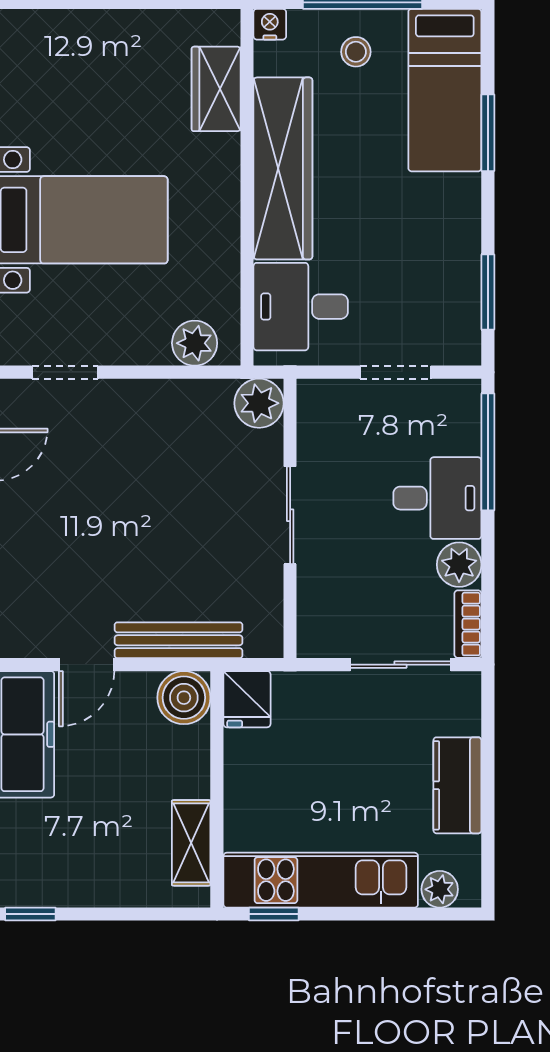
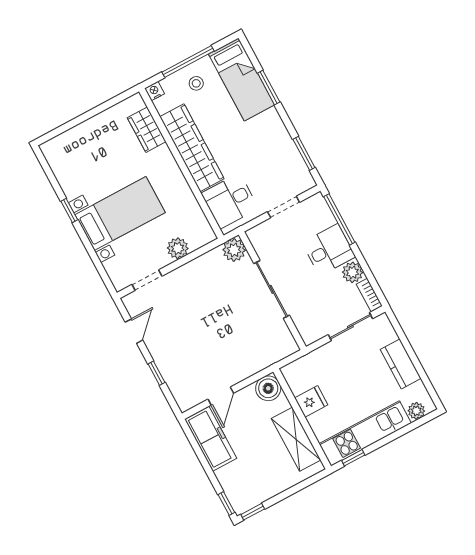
plant: (195, 343) -> (178, 248), moved
sliding door: (290, 515) -> (272, 289), width x1.37
bench: (179, 640) -> (253, 366), removed
fridge: (247, 699) -> (311, 401), moved, turned -90
shelving: (191, 843) -> (296, 439), width x1.50, depth x1.33

